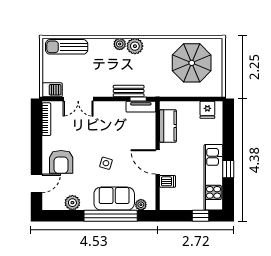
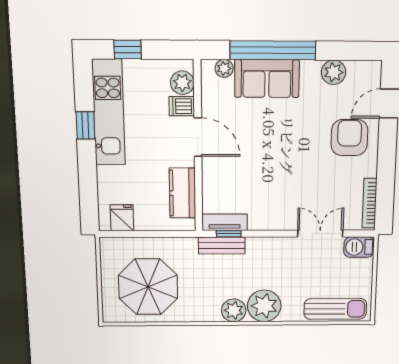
plant: (120, 44) -> (264, 306), width x1.87, depth x1.87
bench: (129, 91) -> (222, 245), moved
side table: (106, 163) -> (279, 135), removed
plant: (167, 196) -> (182, 83), added

